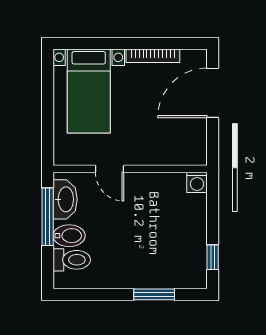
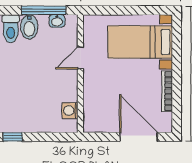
washing machine: (197, 182) -> (70, 111), moved
washbasin: (65, 199) -> (57, 21), width x0.52, depth x0.69

